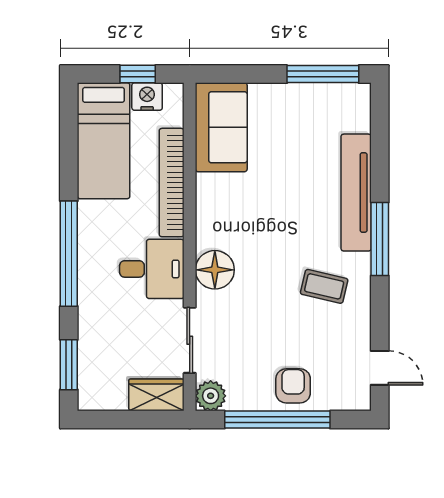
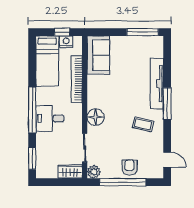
desk: (152, 269) -> (50, 118), moved, turned 180

